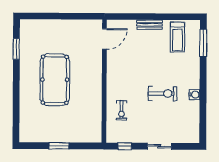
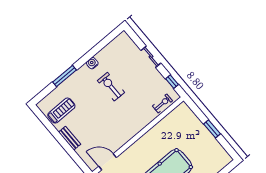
window: (203, 43) -> (64, 76), moved
exercise bike: (121, 110) -> (162, 103), moved

